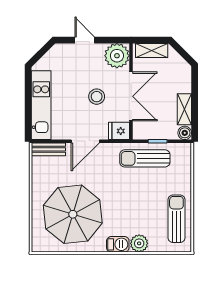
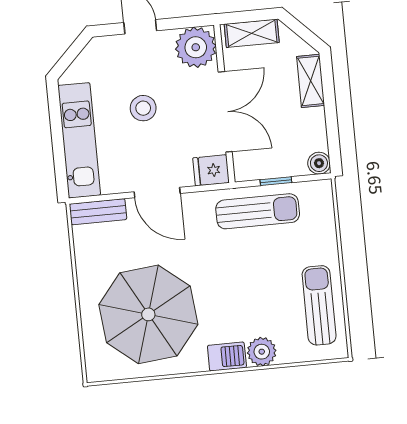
stool: (97, 97) -> (143, 108), moved
shelving: (184, 109) -> (311, 81), moved
door: (85, 141) -> (157, 193), hinge flipped
sun lounger: (145, 158) -> (258, 211), turned 180

